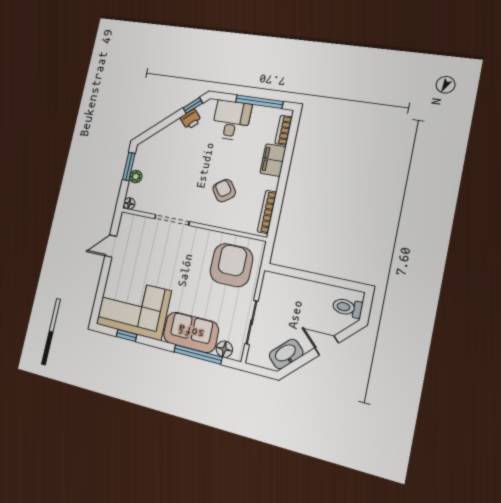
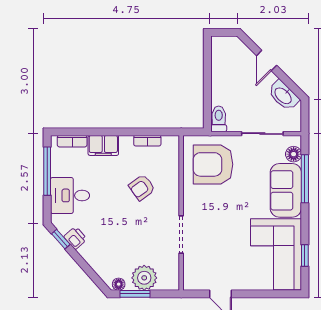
plant: (136, 177) -> (144, 278), width x1.88, depth x1.88
floor lamp: (129, 204) -> (119, 284), moved
bookcase: (267, 212) -> (147, 141), width x0.64
toilet: (347, 308) -> (219, 119), moved, turned 180

